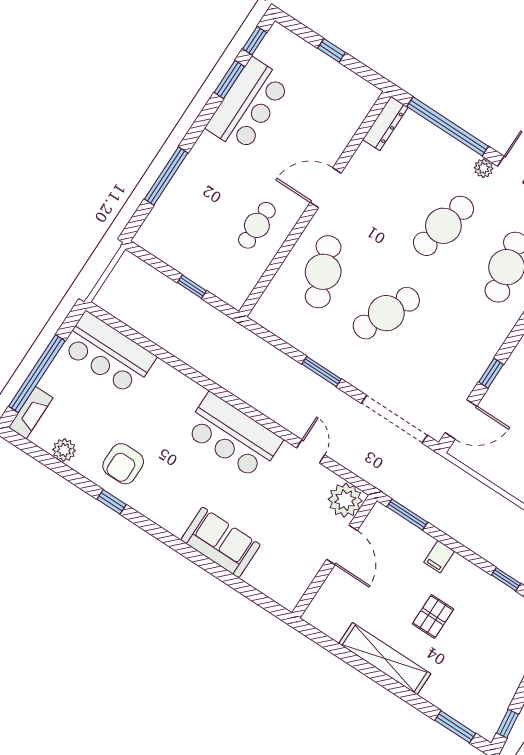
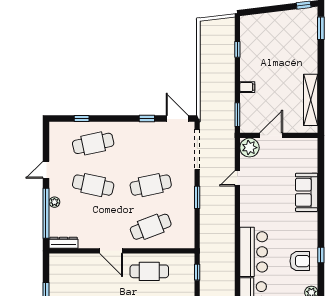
plant: (484, 168) -> (54, 202), moved
cafe table: (257, 225) -> (149, 271), width x1.37, depth x1.35
window: (192, 287) -> (197, 272), moved
cafe table: (386, 313) -> (151, 185), turned -36
bar counter: (233, 436) -> (254, 252), moved
pallet: (433, 616) -> (277, 72), removed
shelving: (385, 659) -> (311, 100), moved

